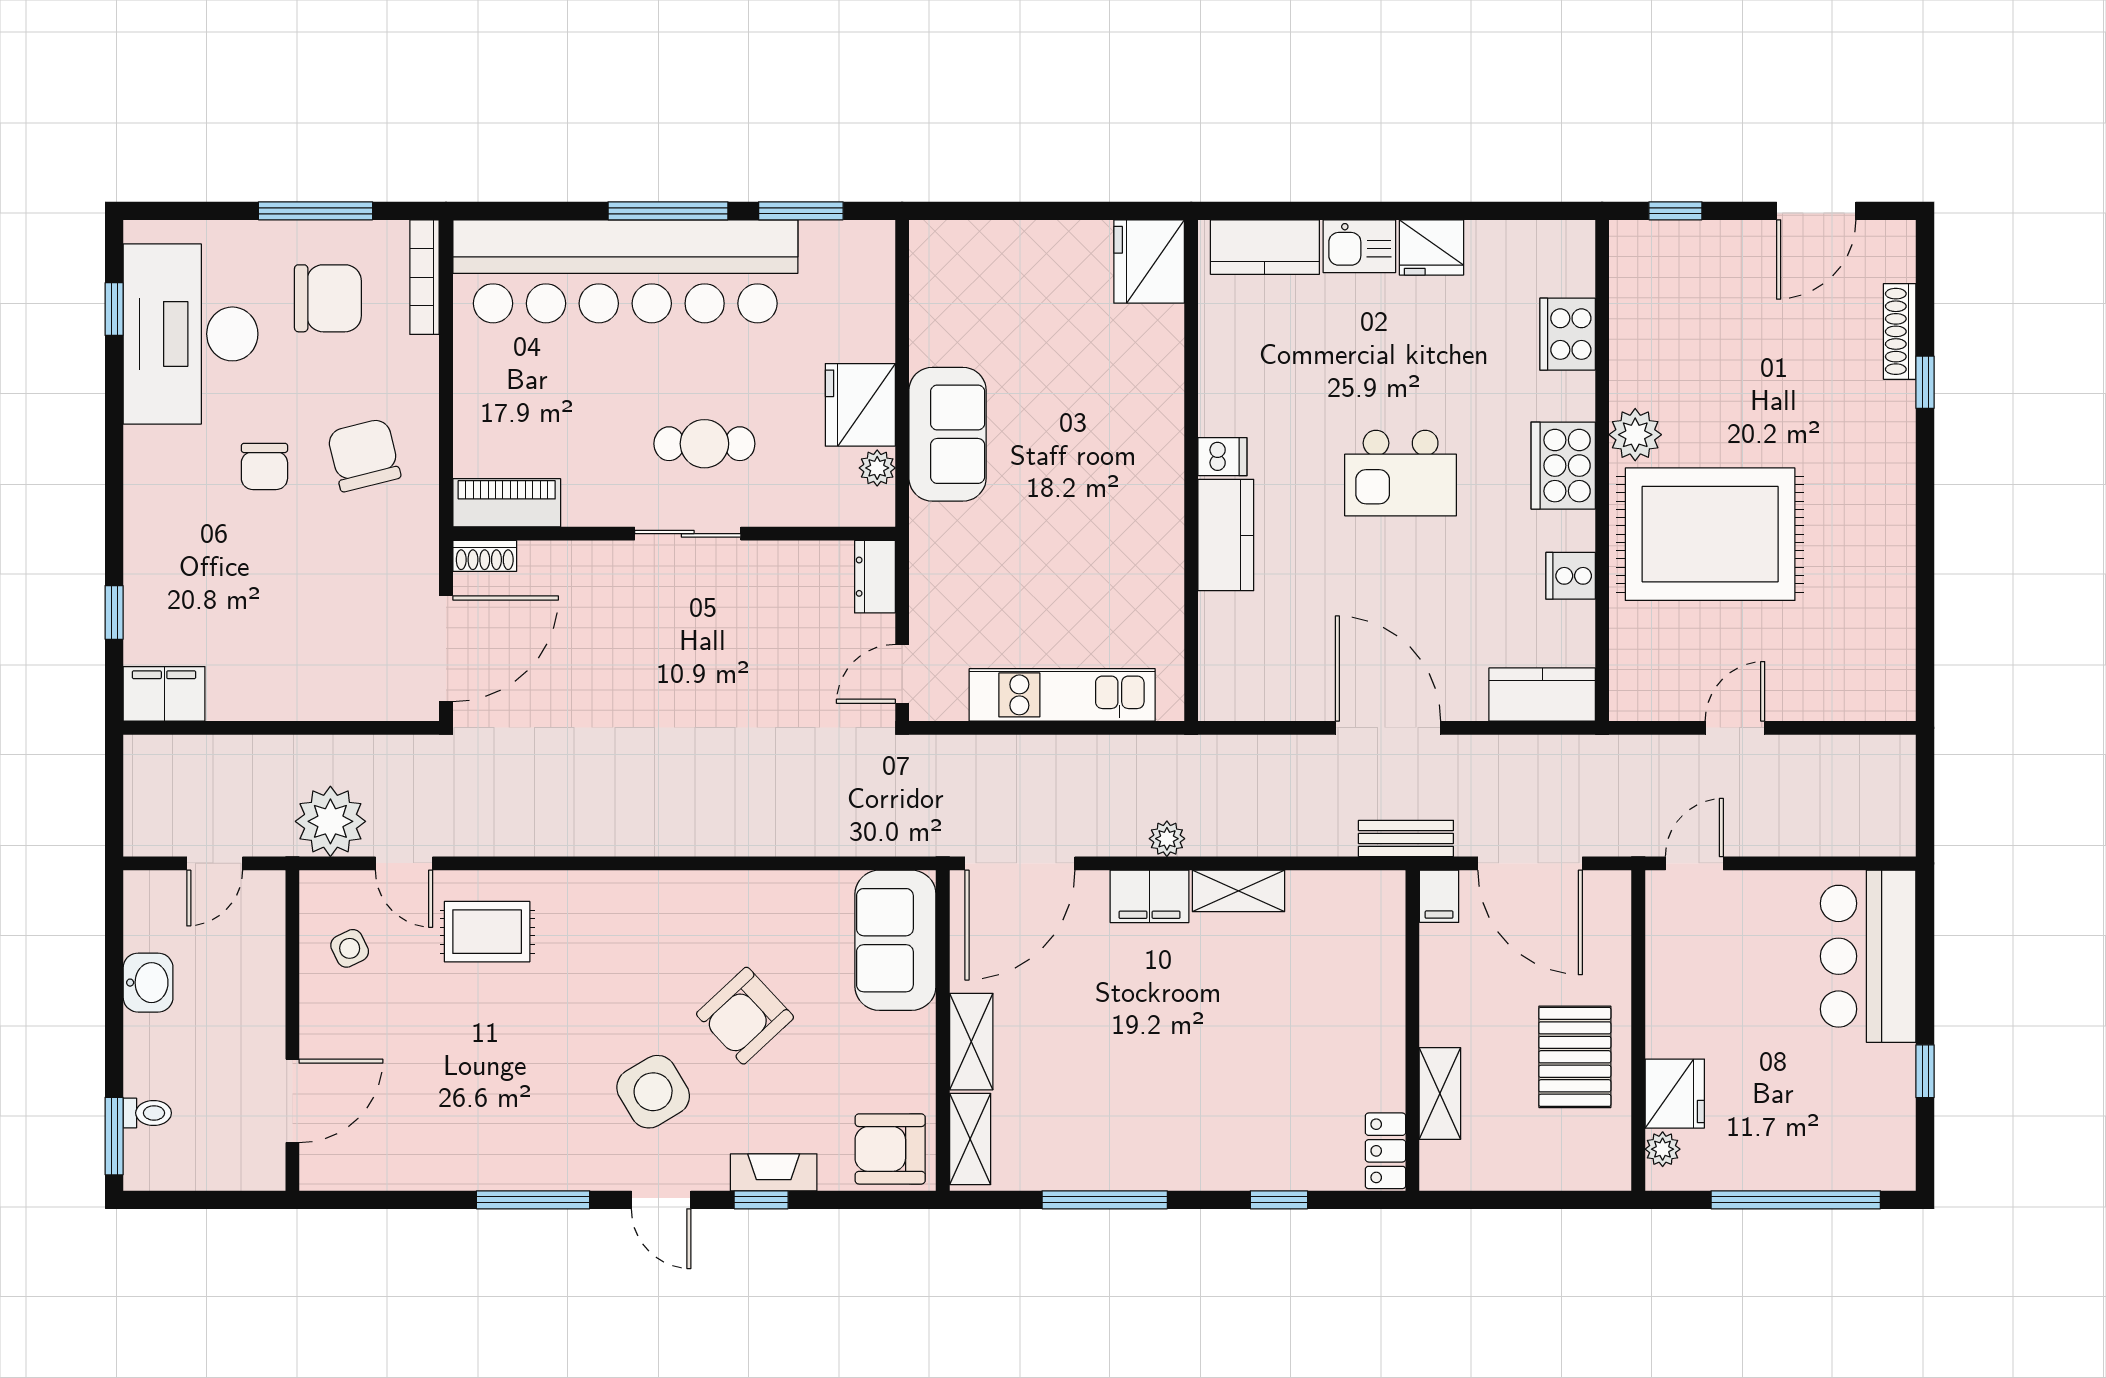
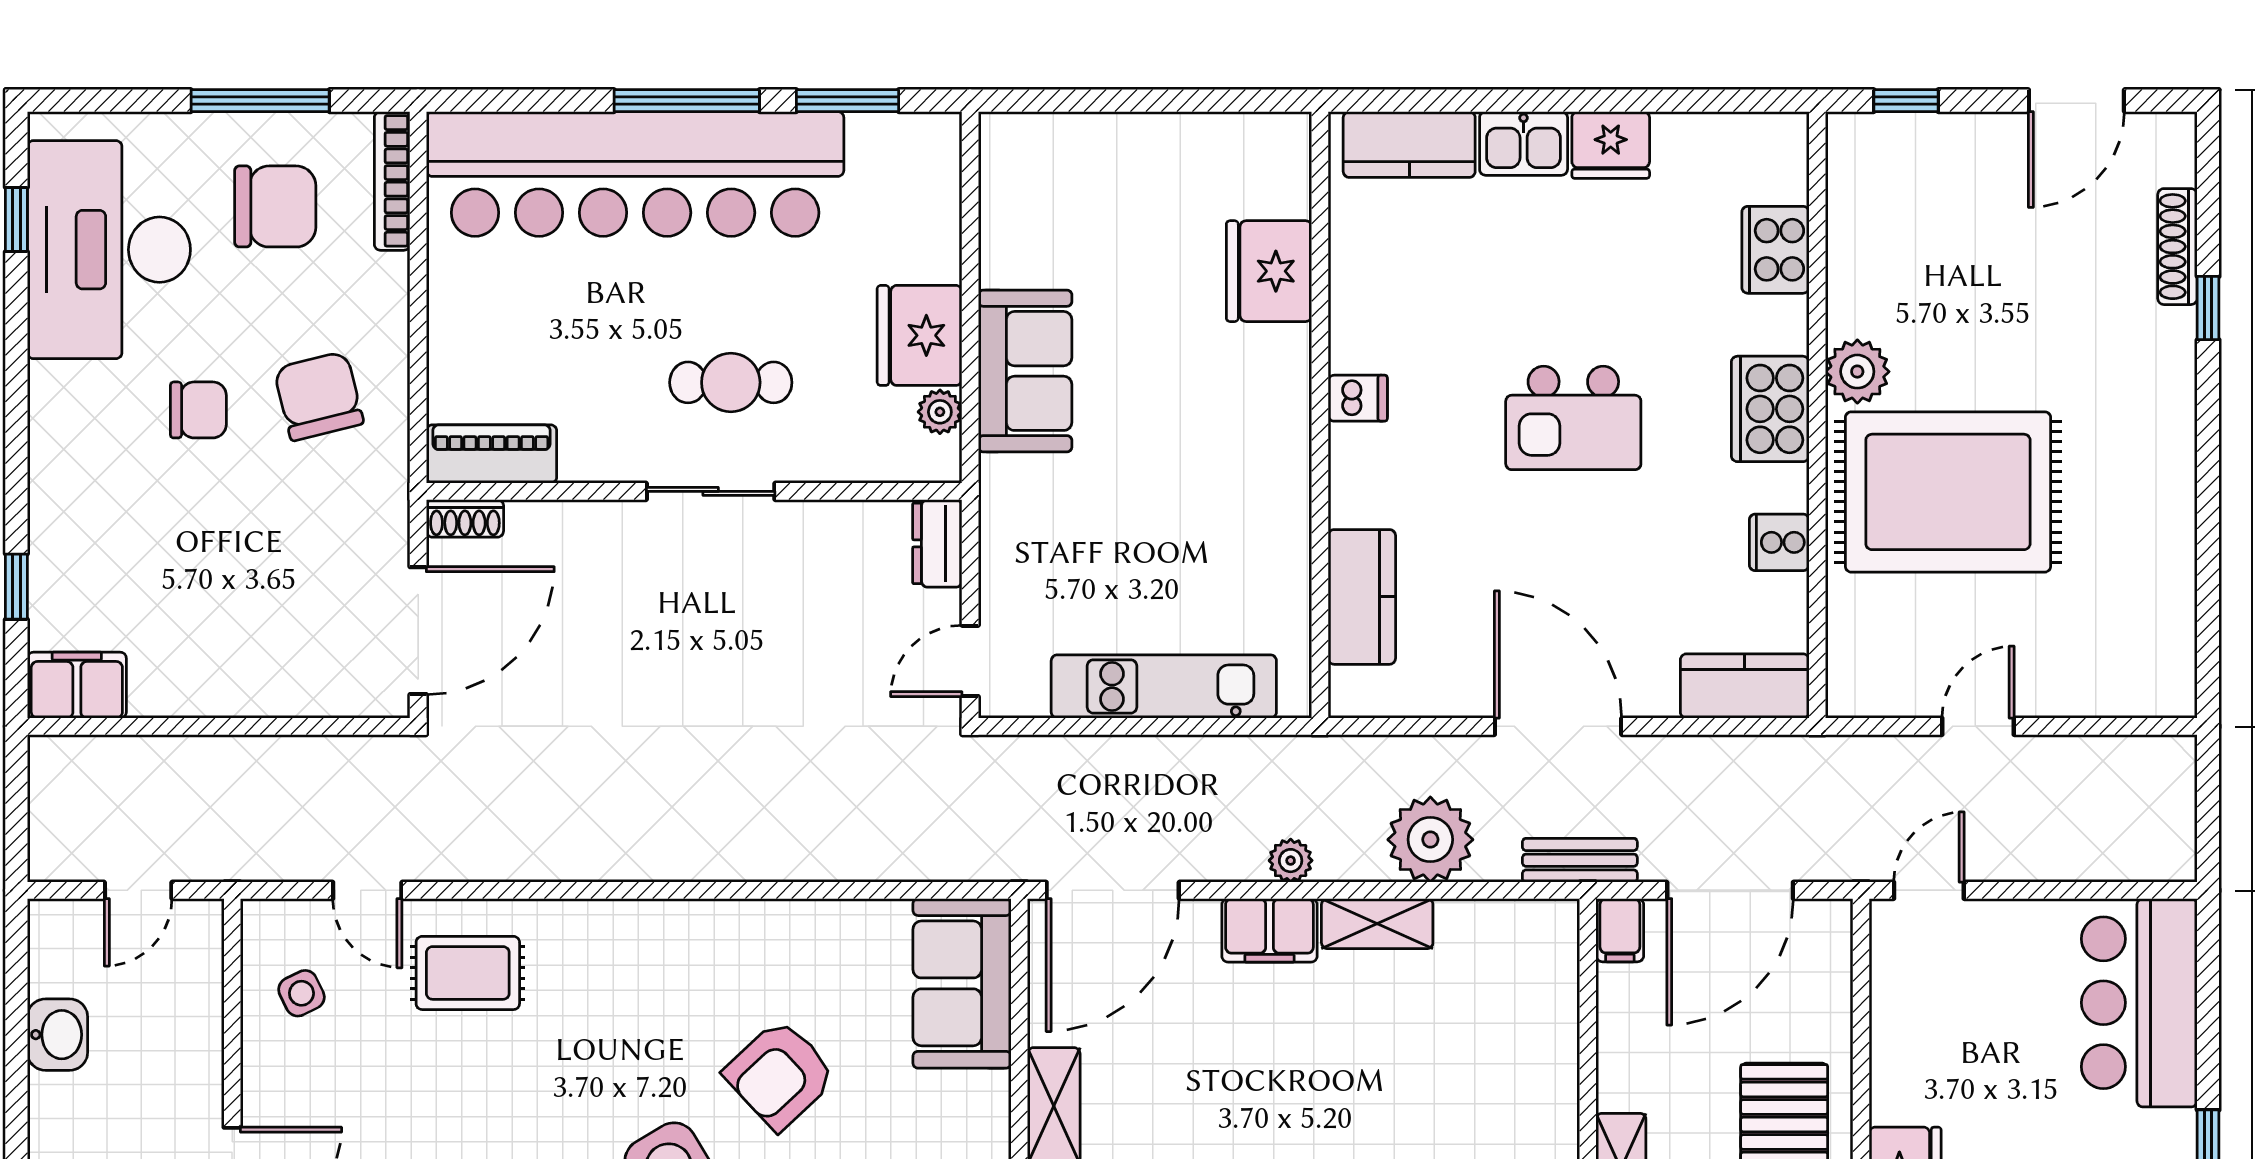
fridge: (1149, 261) -> (1269, 271), moved
chair: (264, 466) -> (198, 410), turned -90
kitchen counter: (1226, 535) -> (1362, 597), moved
plant: (330, 821) -> (1430, 840), moved
door: (1530, 863) -> (1730, 890), hinge flipped

